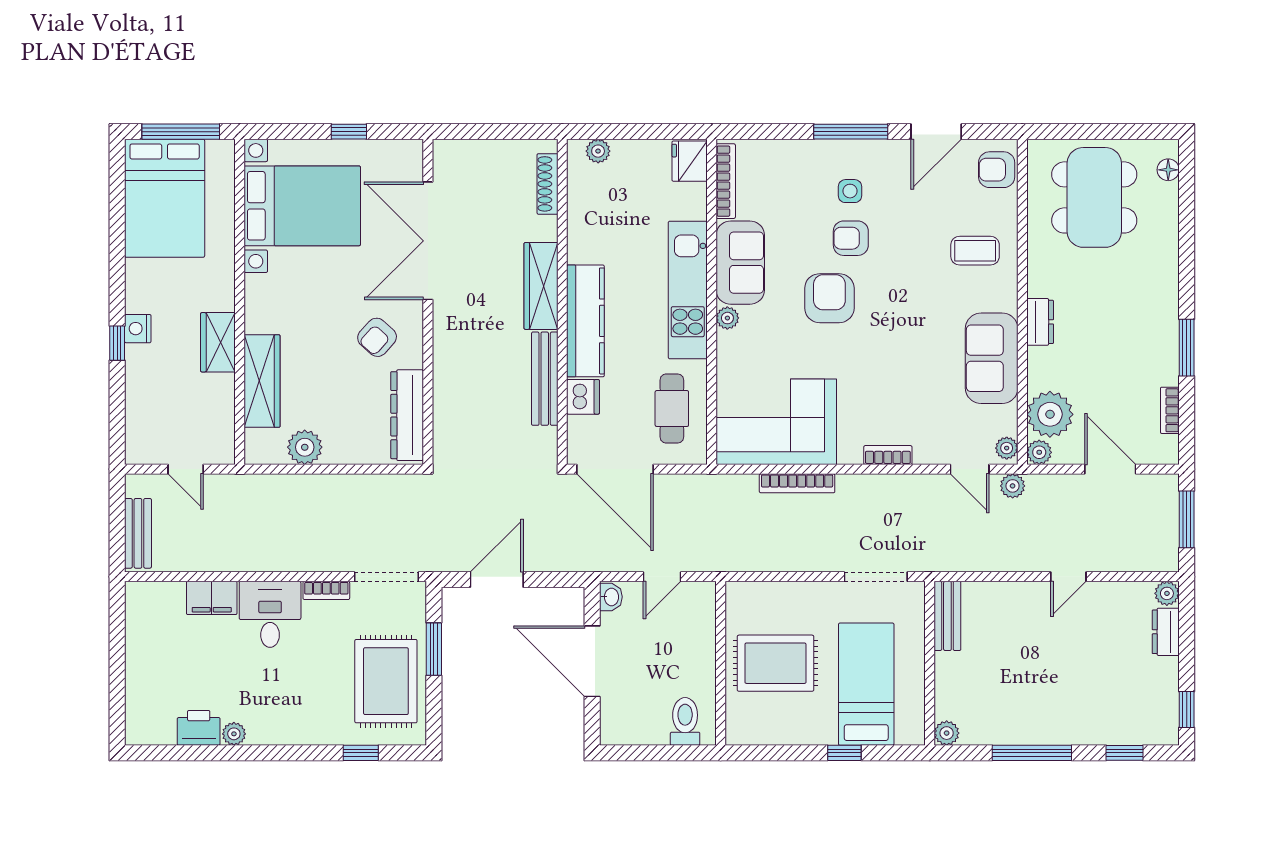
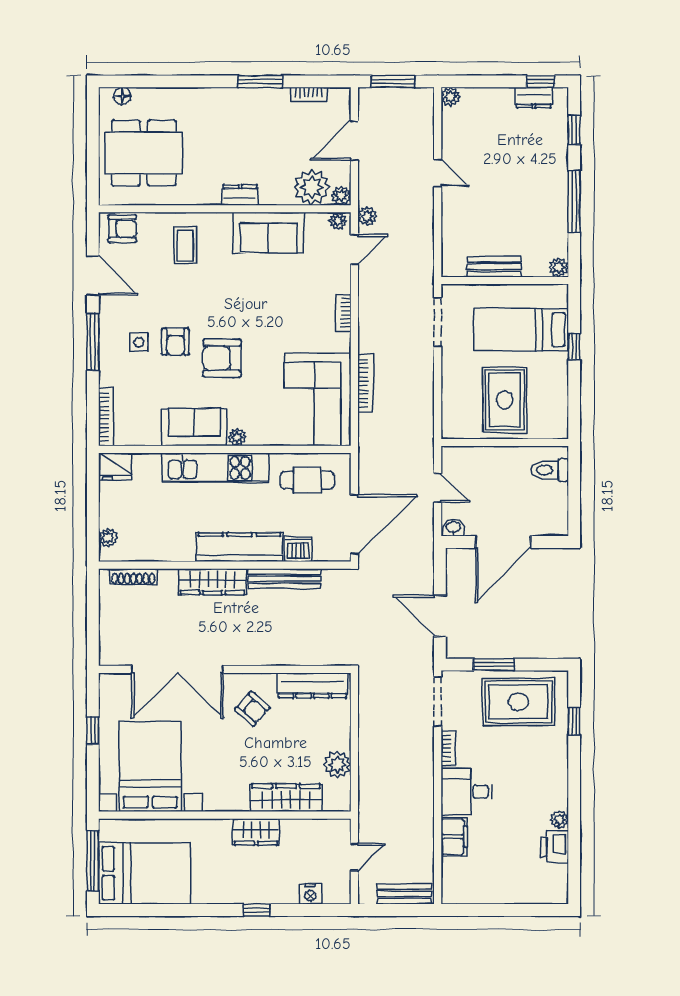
armchair: (997, 170) -> (122, 229), turned -90
bookcase: (726, 181) -> (106, 417), moved, turned 90
nightstand: (138, 329) -> (310, 894), moved
bench: (947, 616) -> (494, 267), moved
dresser: (1166, 632) -> (534, 98), moved

